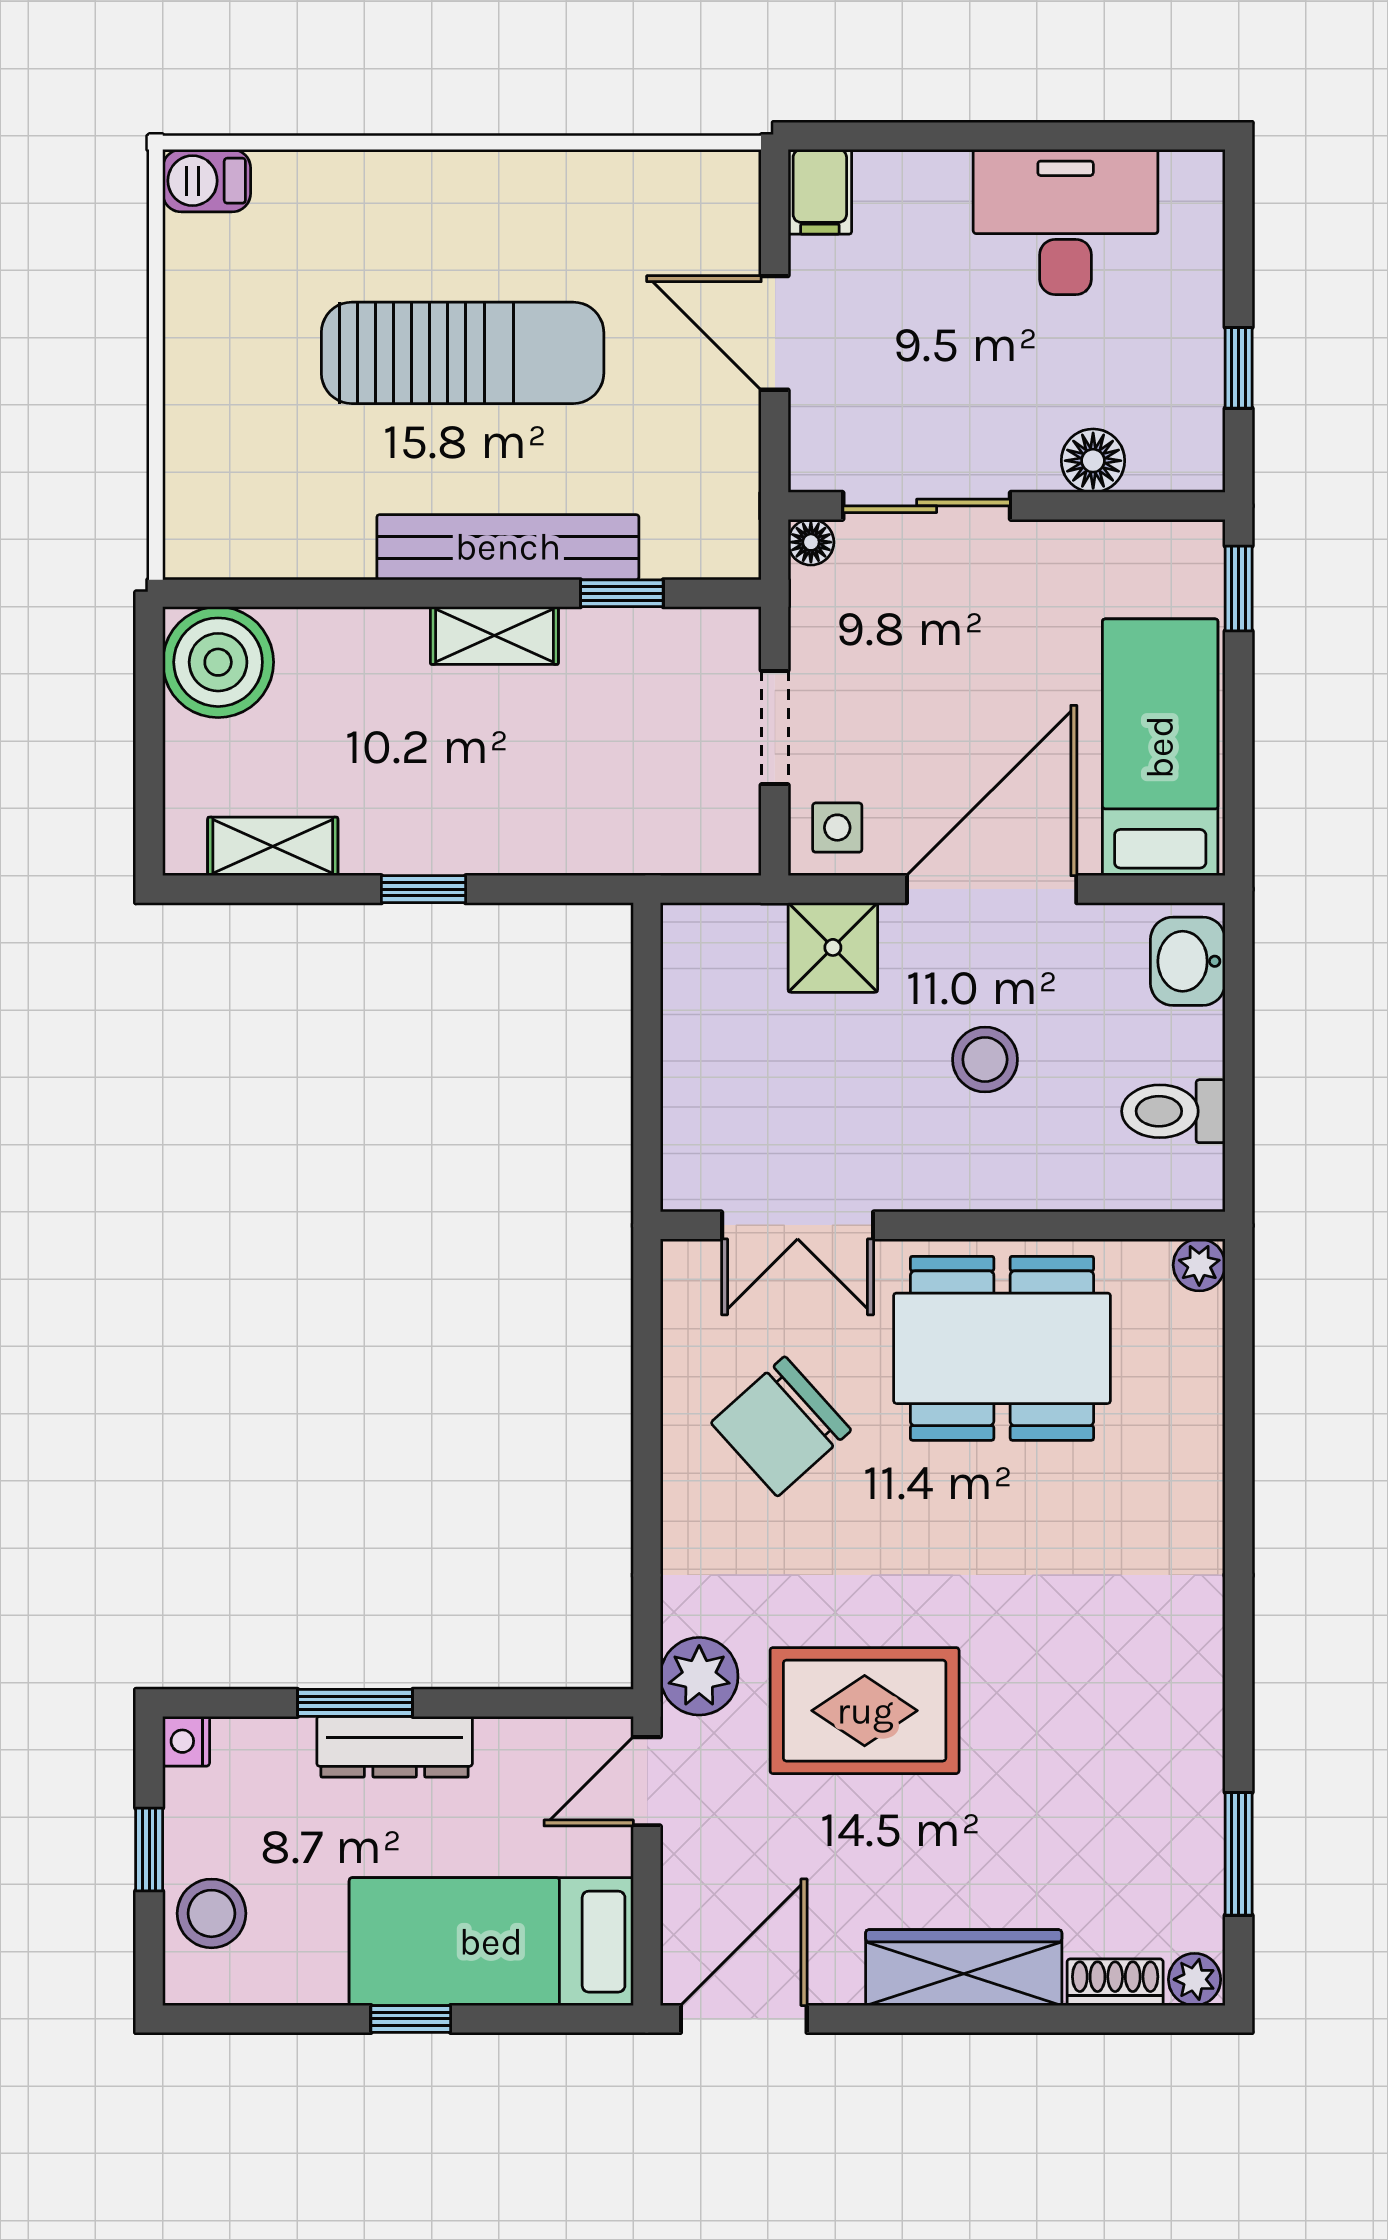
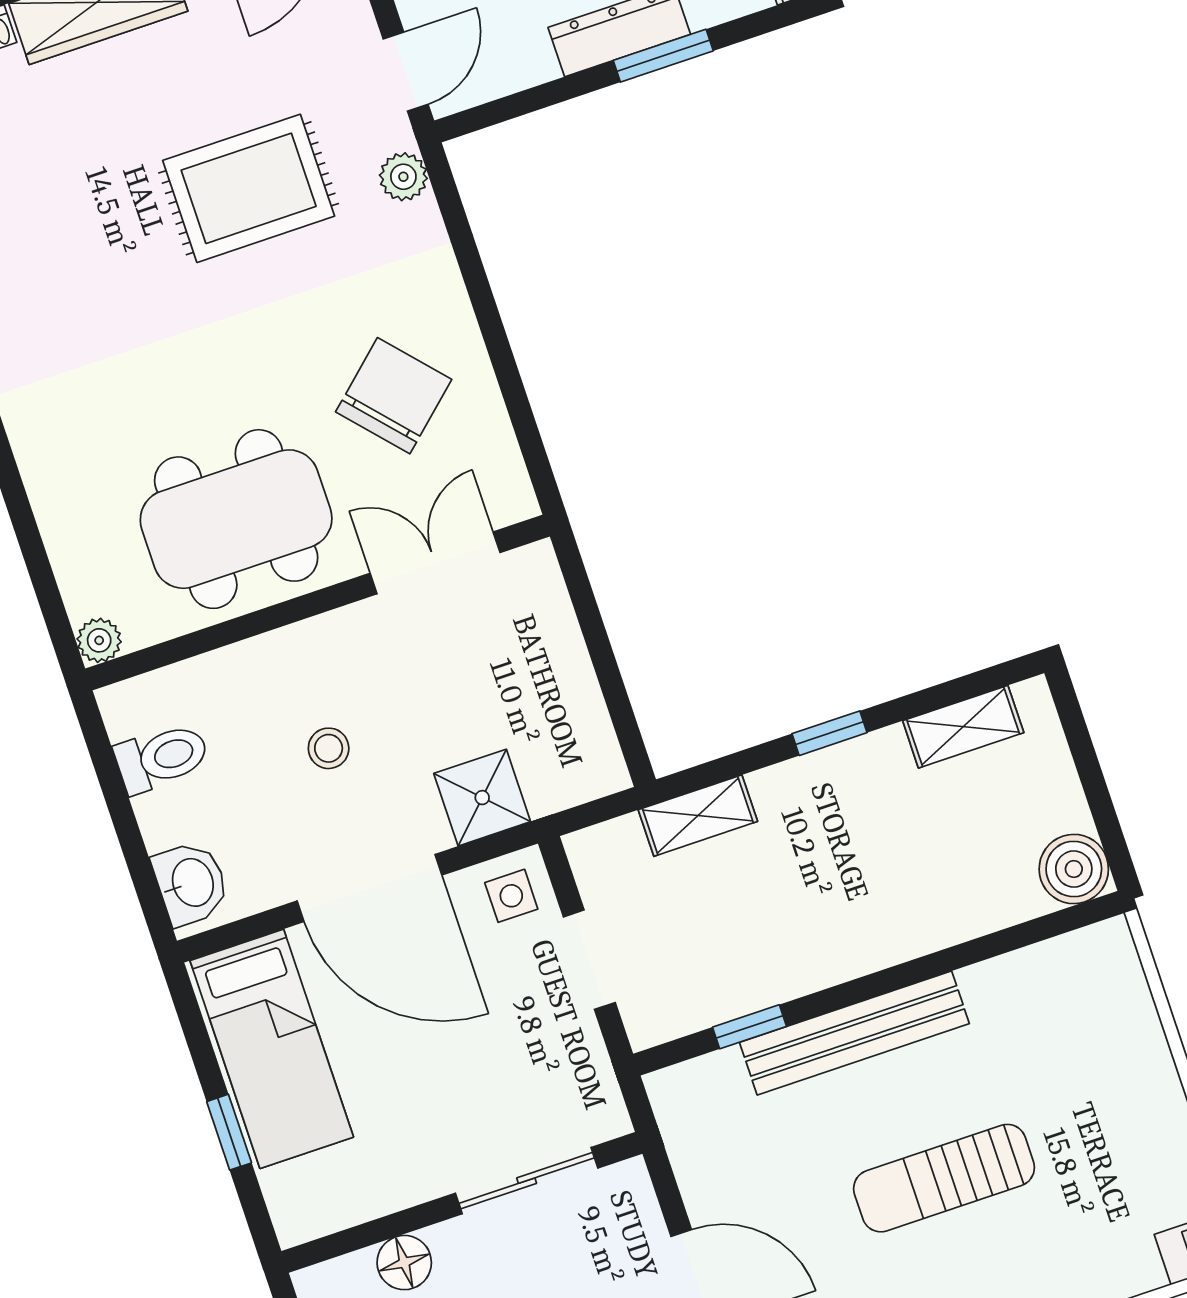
sun lounger: (463, 353) -> (944, 1178), width x0.73, depth x0.75
floor lamp: (811, 542) -> (610, 1120), removed
window: (1239, 589) -> (229, 1132), moved
shelving: (494, 636) -> (698, 816), moved
boiler: (218, 662) -> (1074, 869), width x0.73, depth x0.73
door: (992, 889) -> (370, 888), hinge flipped
stool: (985, 1059) -> (329, 748), width x0.73, depth x0.73
plant: (699, 1676) -> (403, 177), width x0.73, depth x0.73

